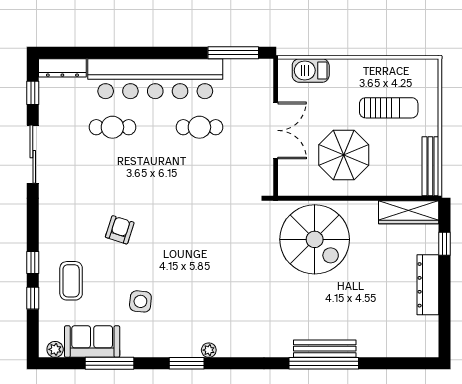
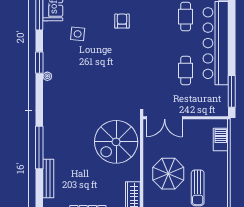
double door: (276, 130) -> (165, 118), moved
parasol: (344, 155) -> (168, 174), moved
armchair: (120, 230) -> (122, 21), turned -108
bench: (325, 349) -> (48, 179), moved

